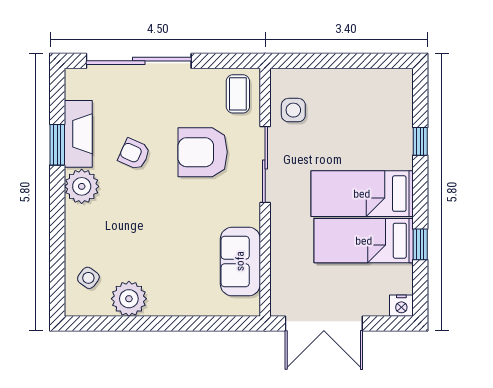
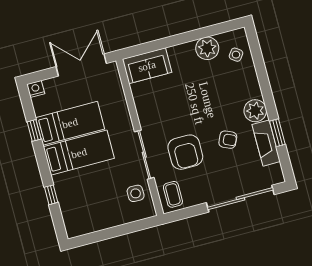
armchair: (203, 152) -> (185, 152), turned 90
sofa: (240, 261) -> (147, 66), moved, turned 90

